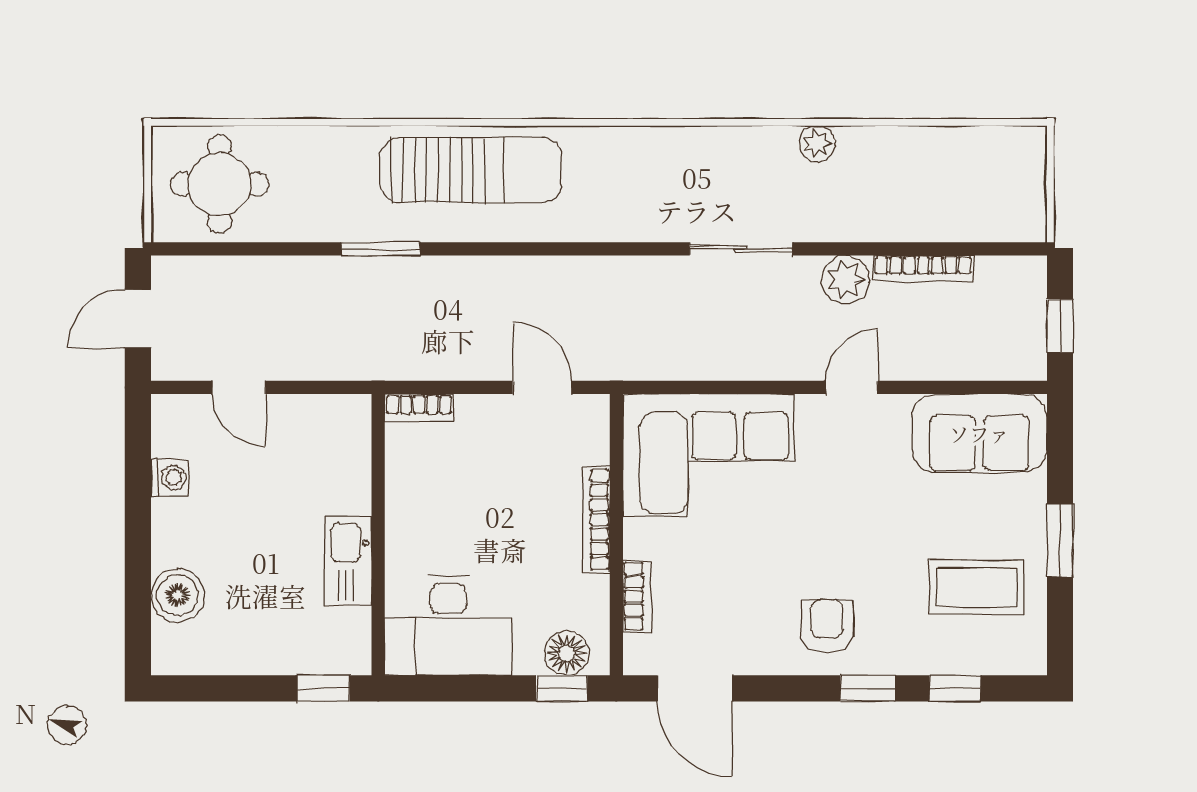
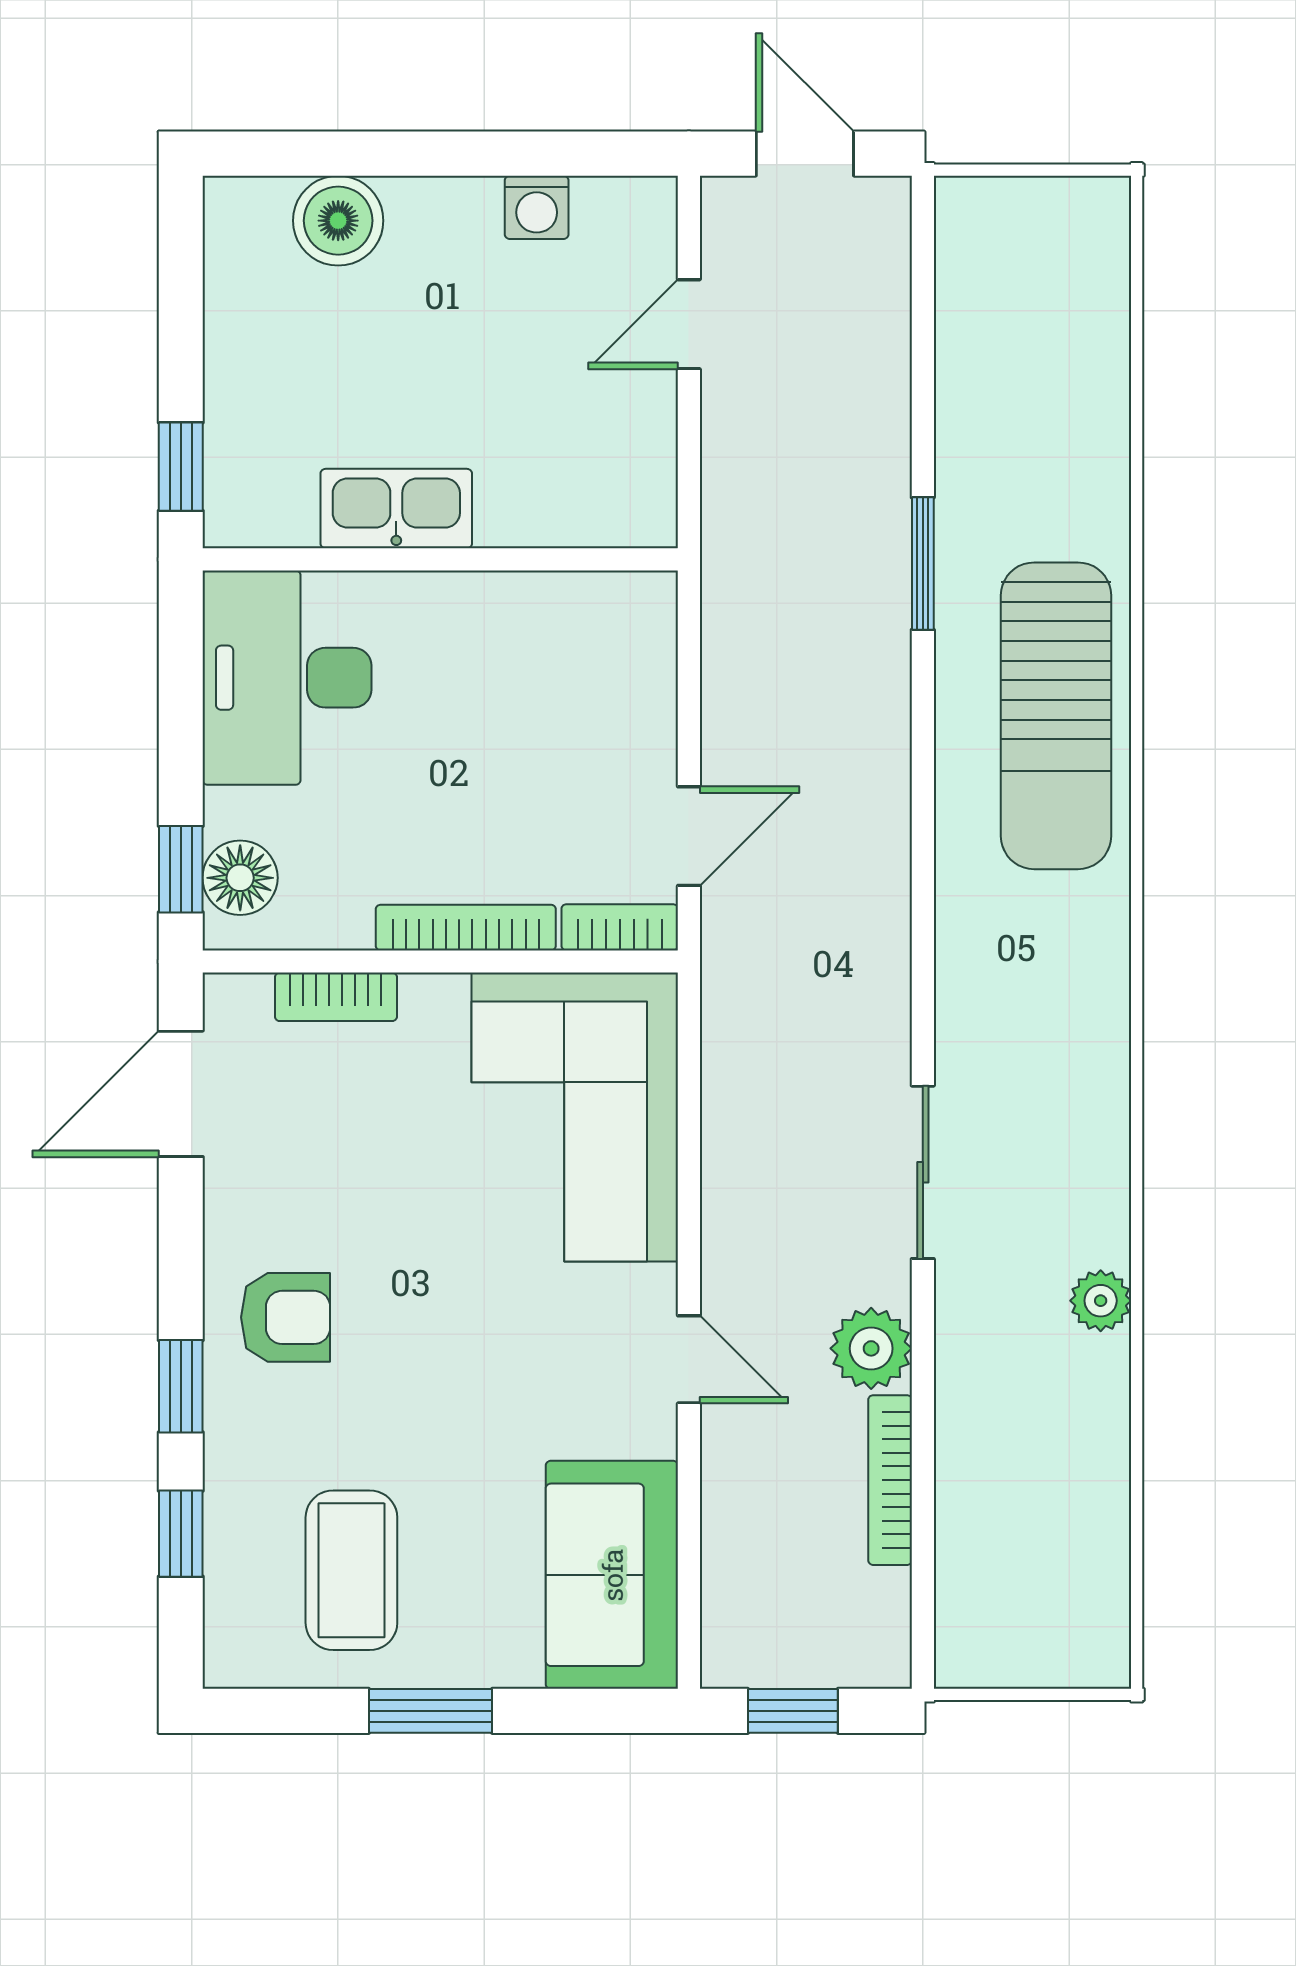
round table: (219, 184) -> (1032, 291), removed
bookcase: (419, 408) -> (620, 927), moved, turned 90

